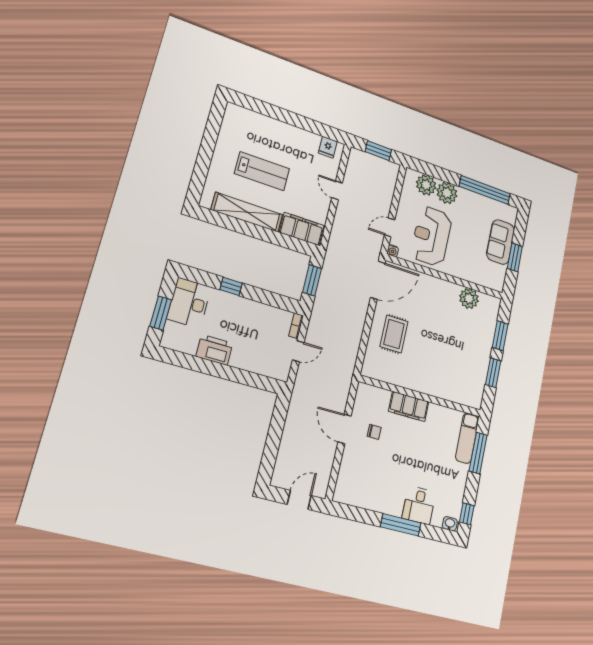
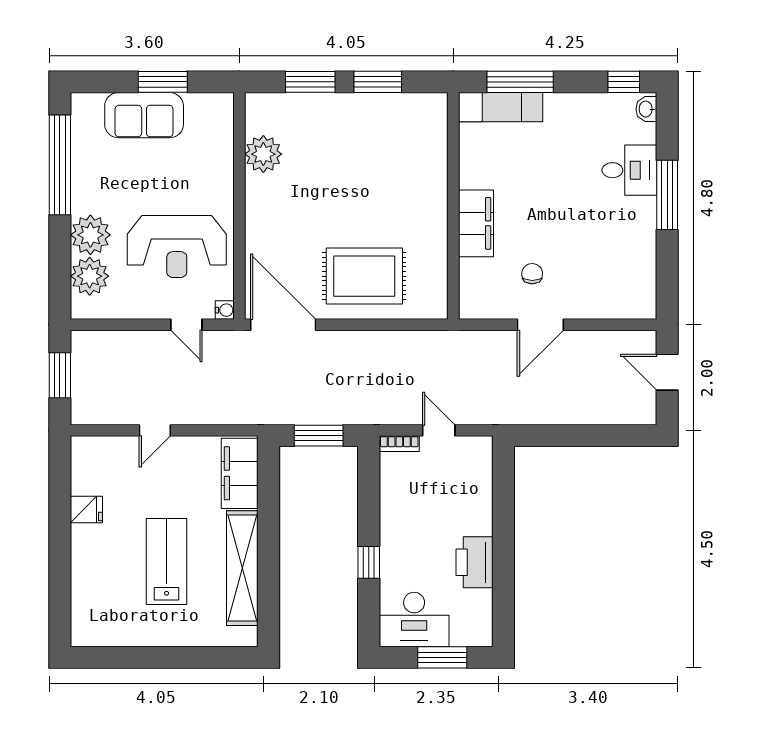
fridge: (328, 147) -> (86, 510), moved
rug: (394, 334) -> (364, 276), width x1.36, depth x1.43

